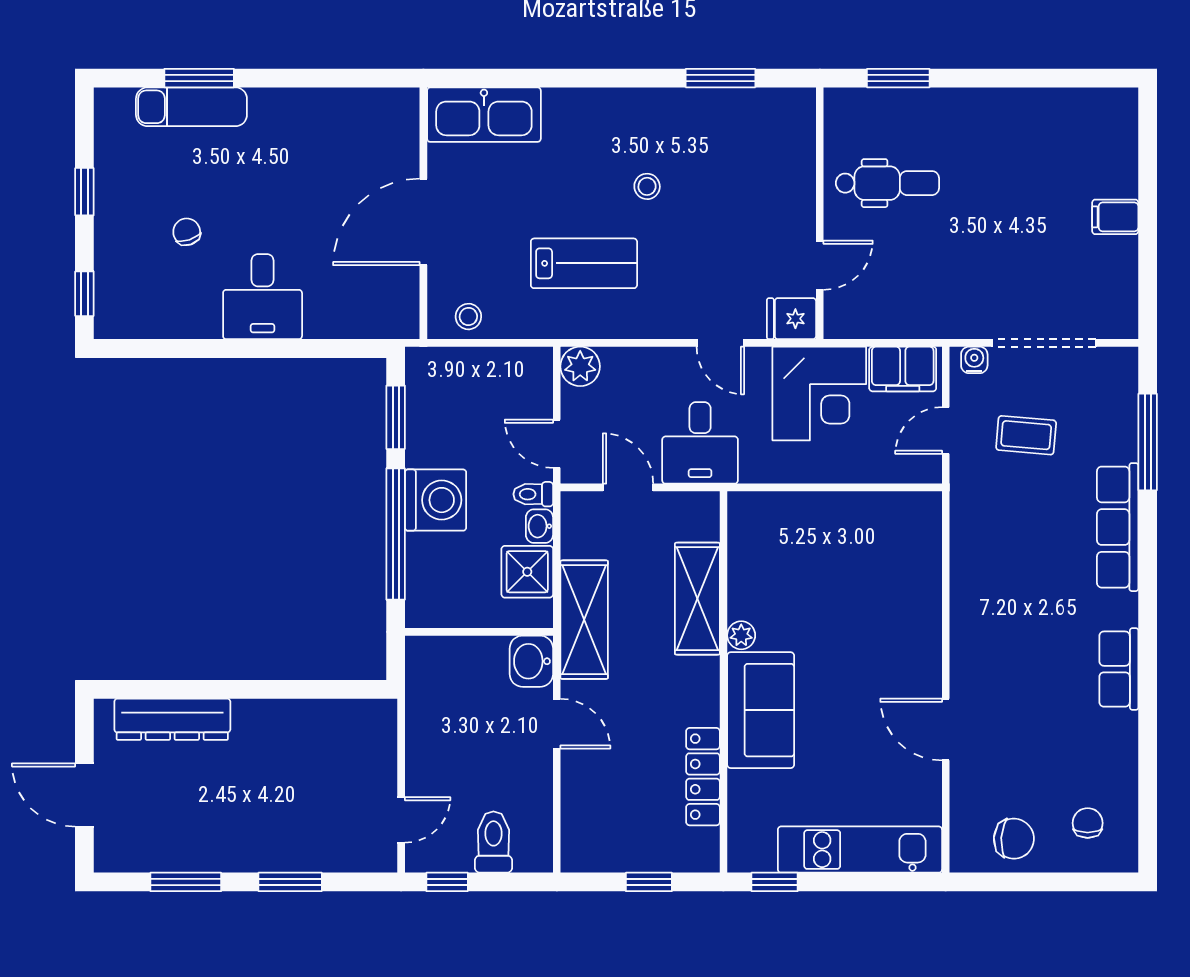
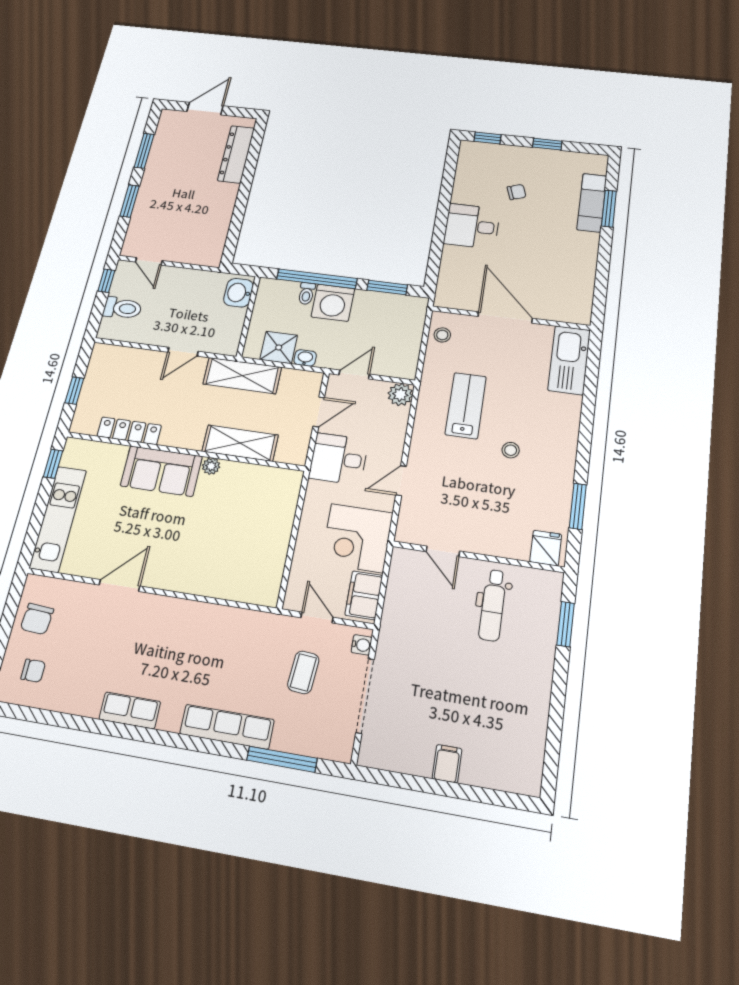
lab bench: (584, 263) -> (466, 406), turned 180
fridge: (792, 319) -> (546, 548), moved
toilet: (533, 494) -> (307, 293), moved, turned 180
washbasin: (531, 661) -> (238, 293), moved, turned -90

